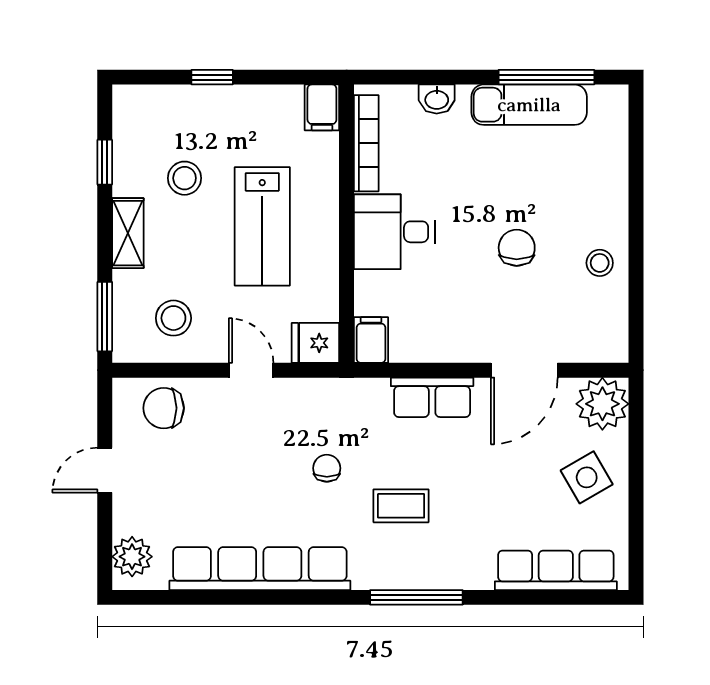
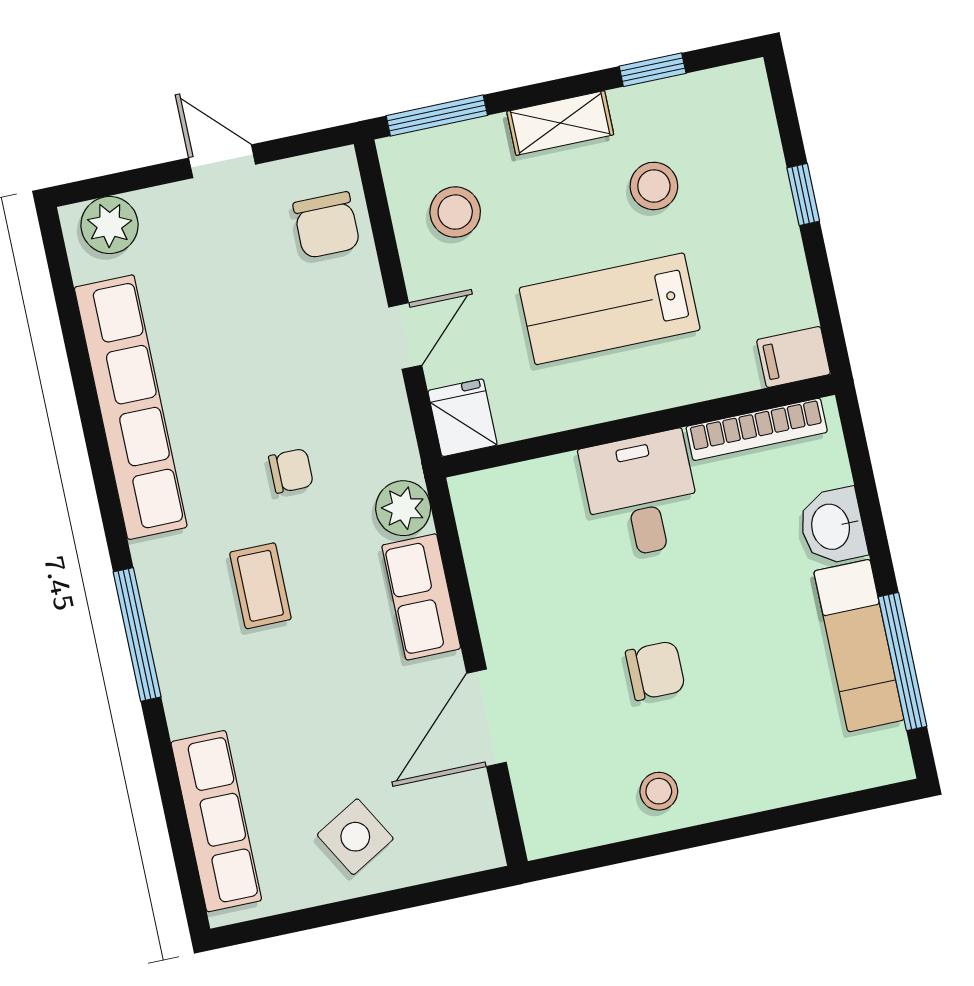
washbasin: (437, 99) -> (832, 526), width x1.38, depth x1.45
filing cabinet: (371, 340) -> (483, 495), removed
door: (524, 370) -> (486, 718), hinge flipped
plant: (602, 404) -> (403, 508), moved, width x0.73, depth x0.73
chair: (164, 408) -> (326, 225), turned 180

